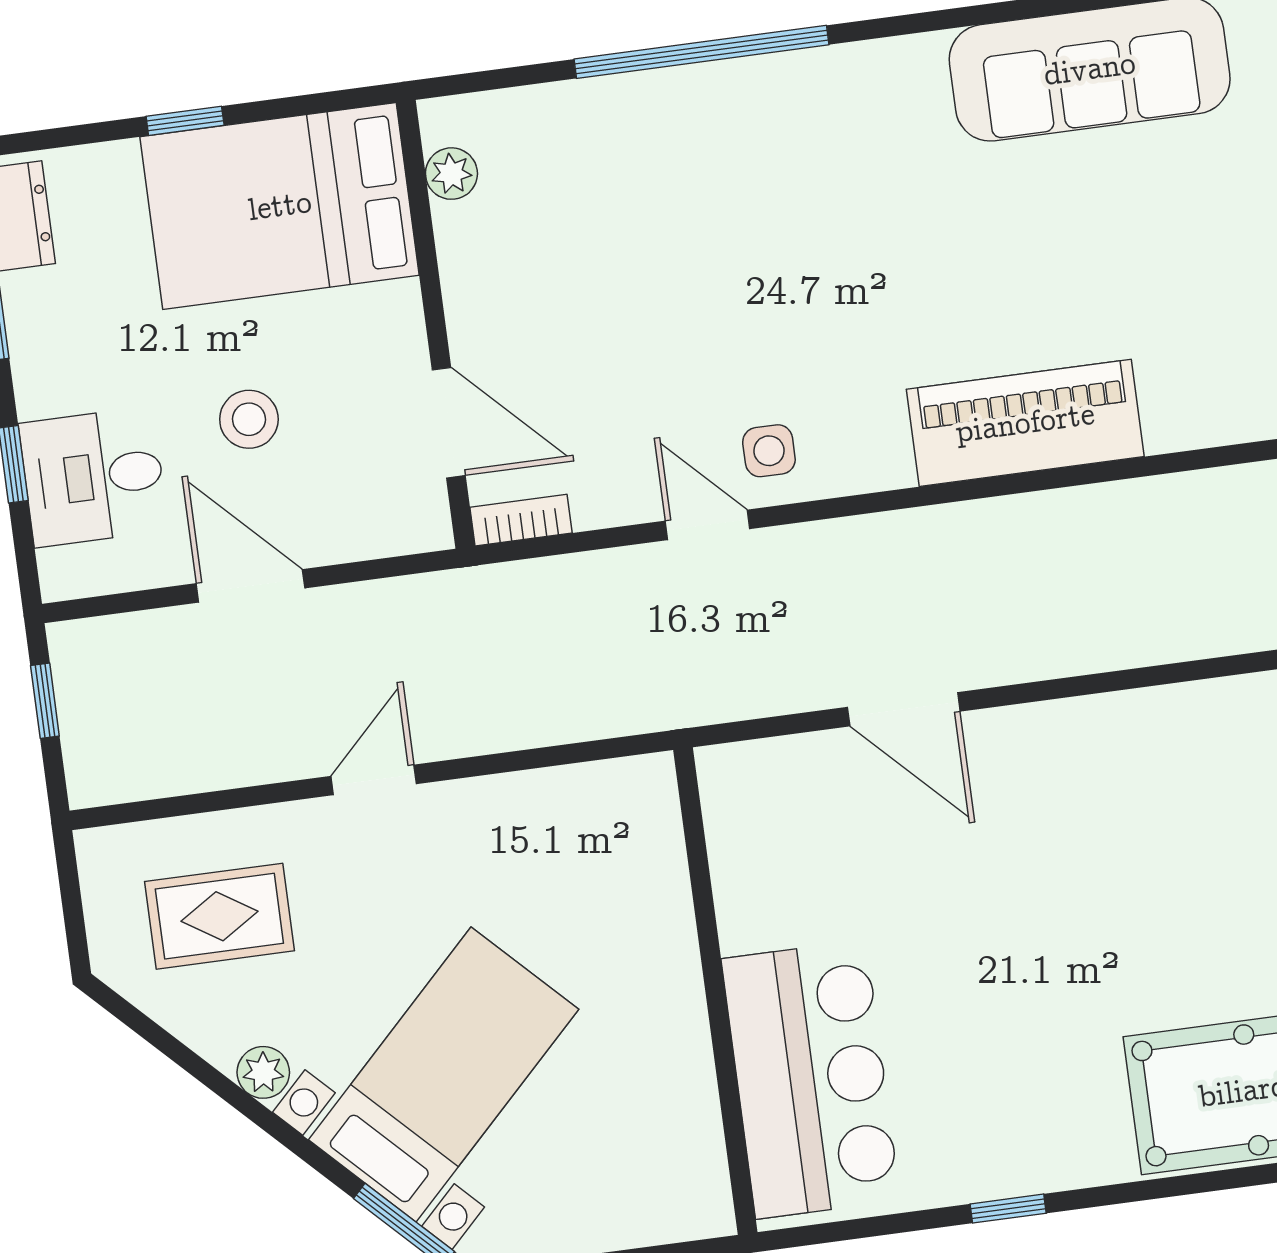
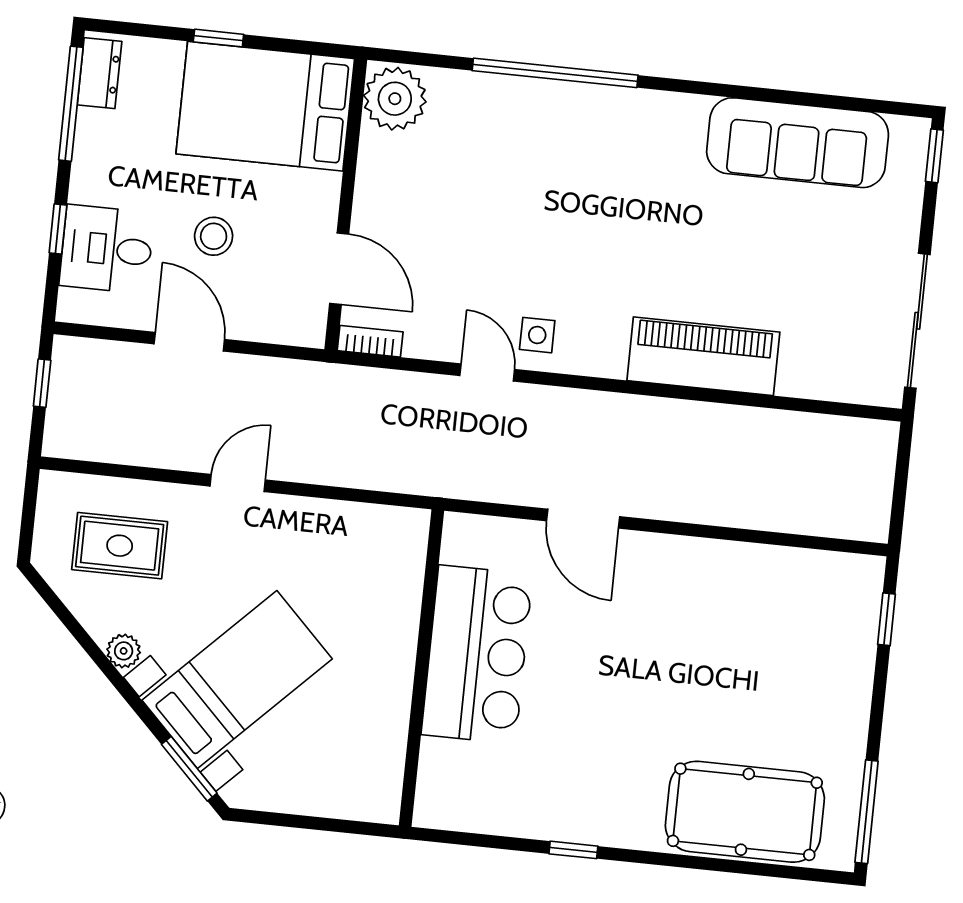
plant: (451, 174) -> (395, 99), width x1.87, depth x1.87
bar counter: (811, 1079) -> (477, 654), moved

